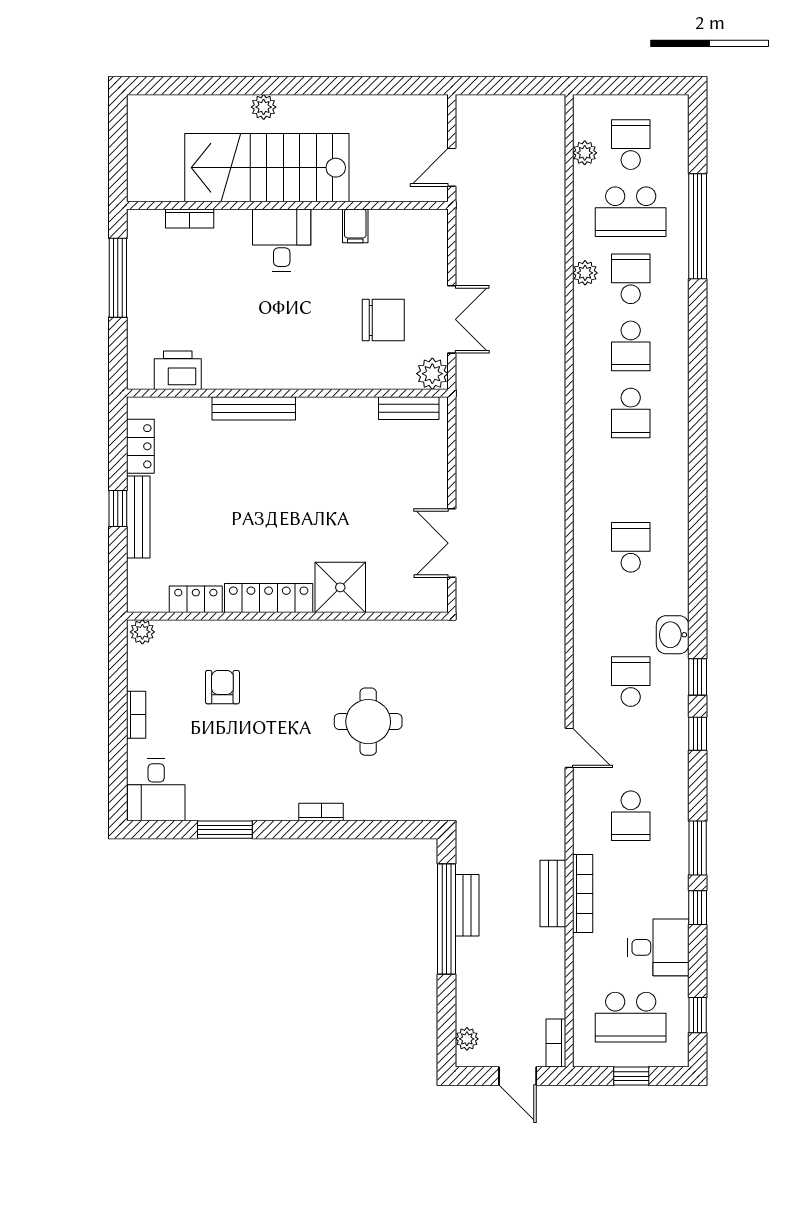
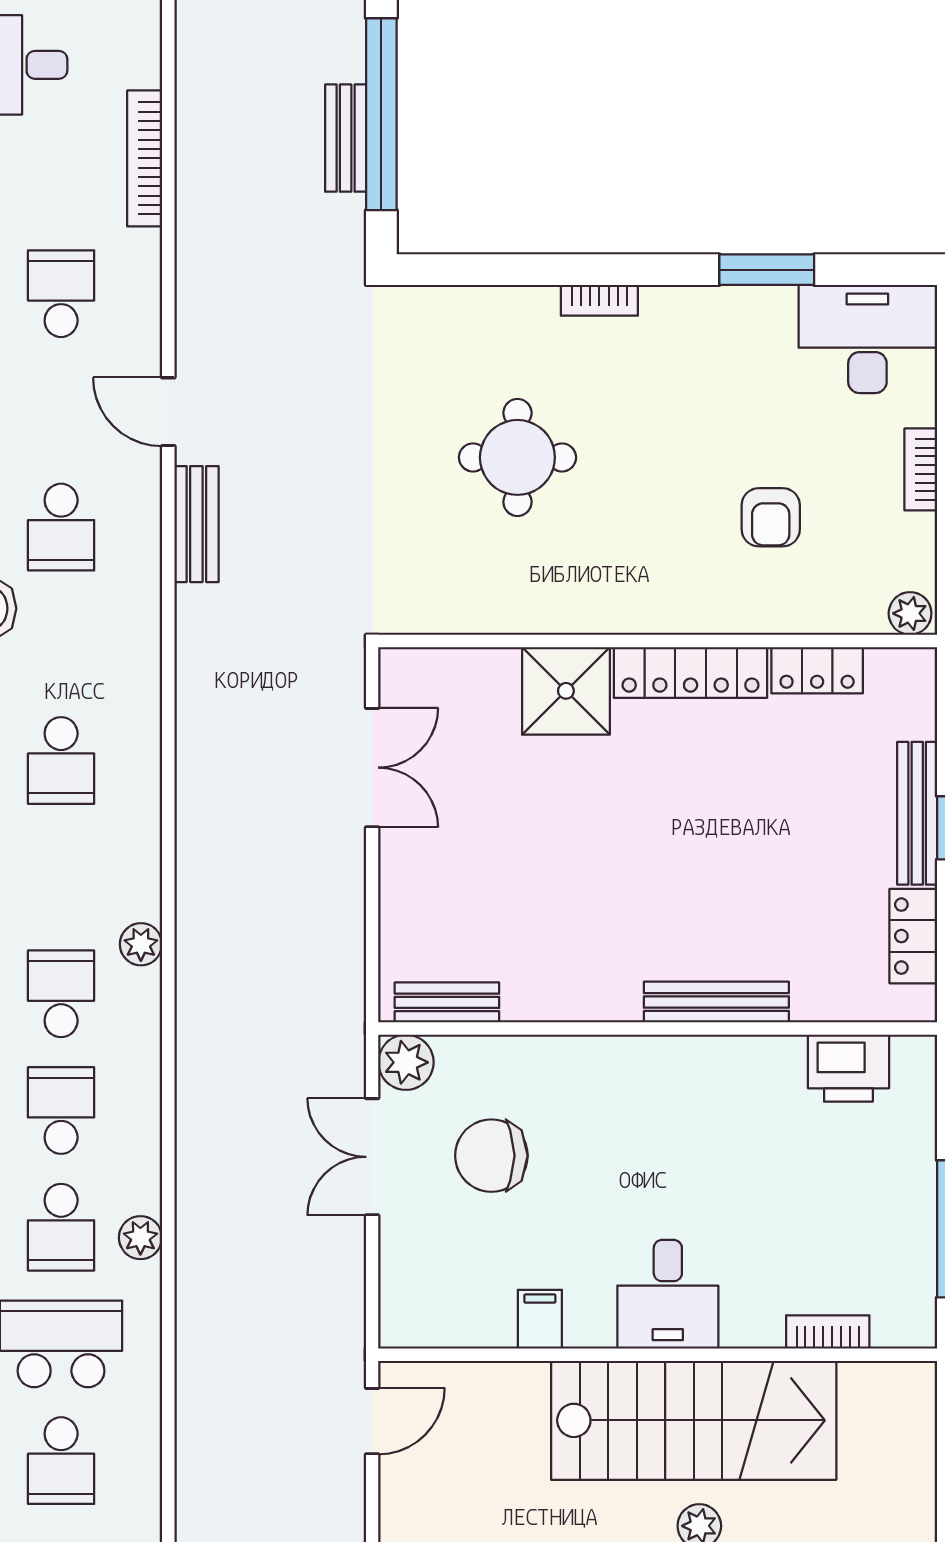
plant: (585, 153) -> (141, 944), moved
desk: (156, 790) -> (867, 339), width x1.37
bench: (553, 893) -> (196, 524), moved

